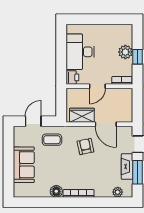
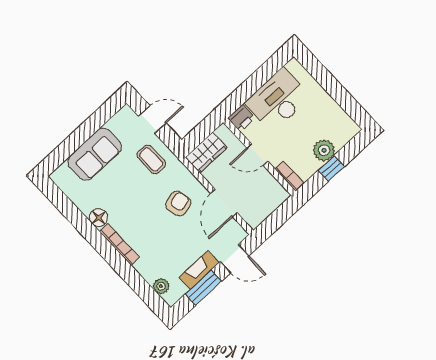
wardrobe: (82, 115) -> (206, 152), moved, turned 90

